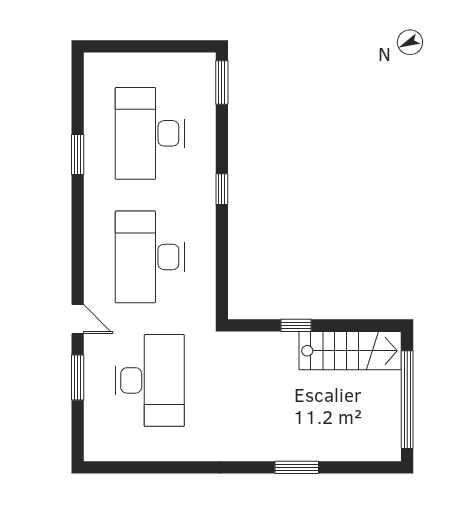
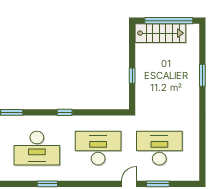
desk: (150, 257) -> (98, 148), turned 180
stairs: (350, 351) -> (160, 33), moved, turned 90

